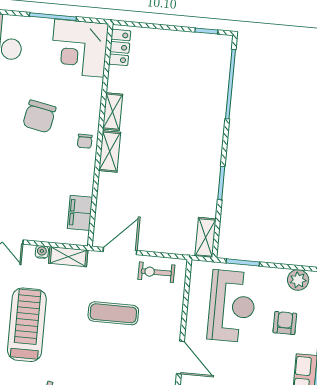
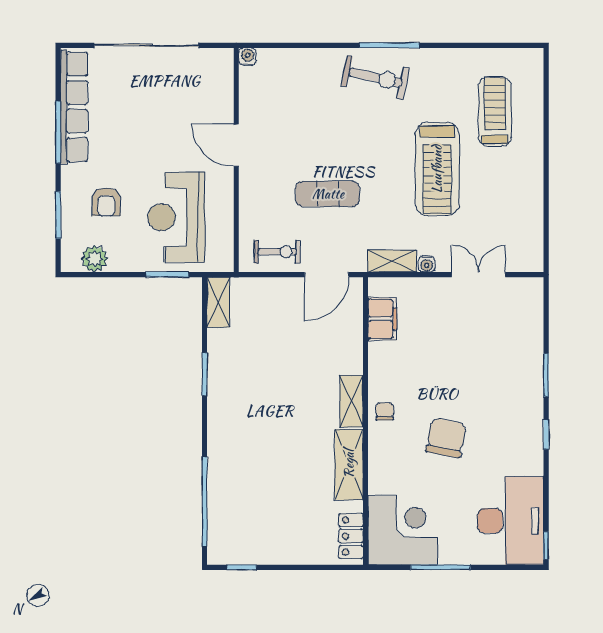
shelving: (113, 112) -> (349, 464), width x1.50, depth x1.33

